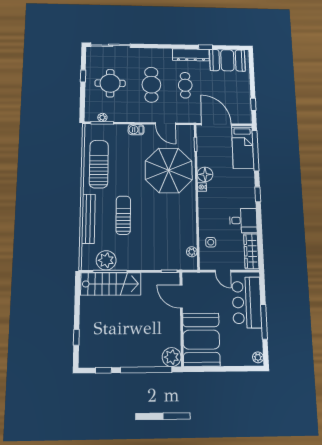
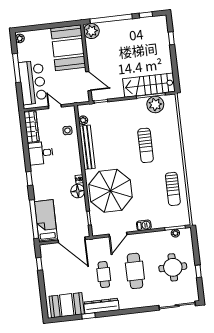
door: (165, 124) -> (118, 234), swing flipped
sun lounger: (99, 164) -> (173, 189), width x0.73, depth x0.75
bench: (88, 219) -> (87, 147), moved

